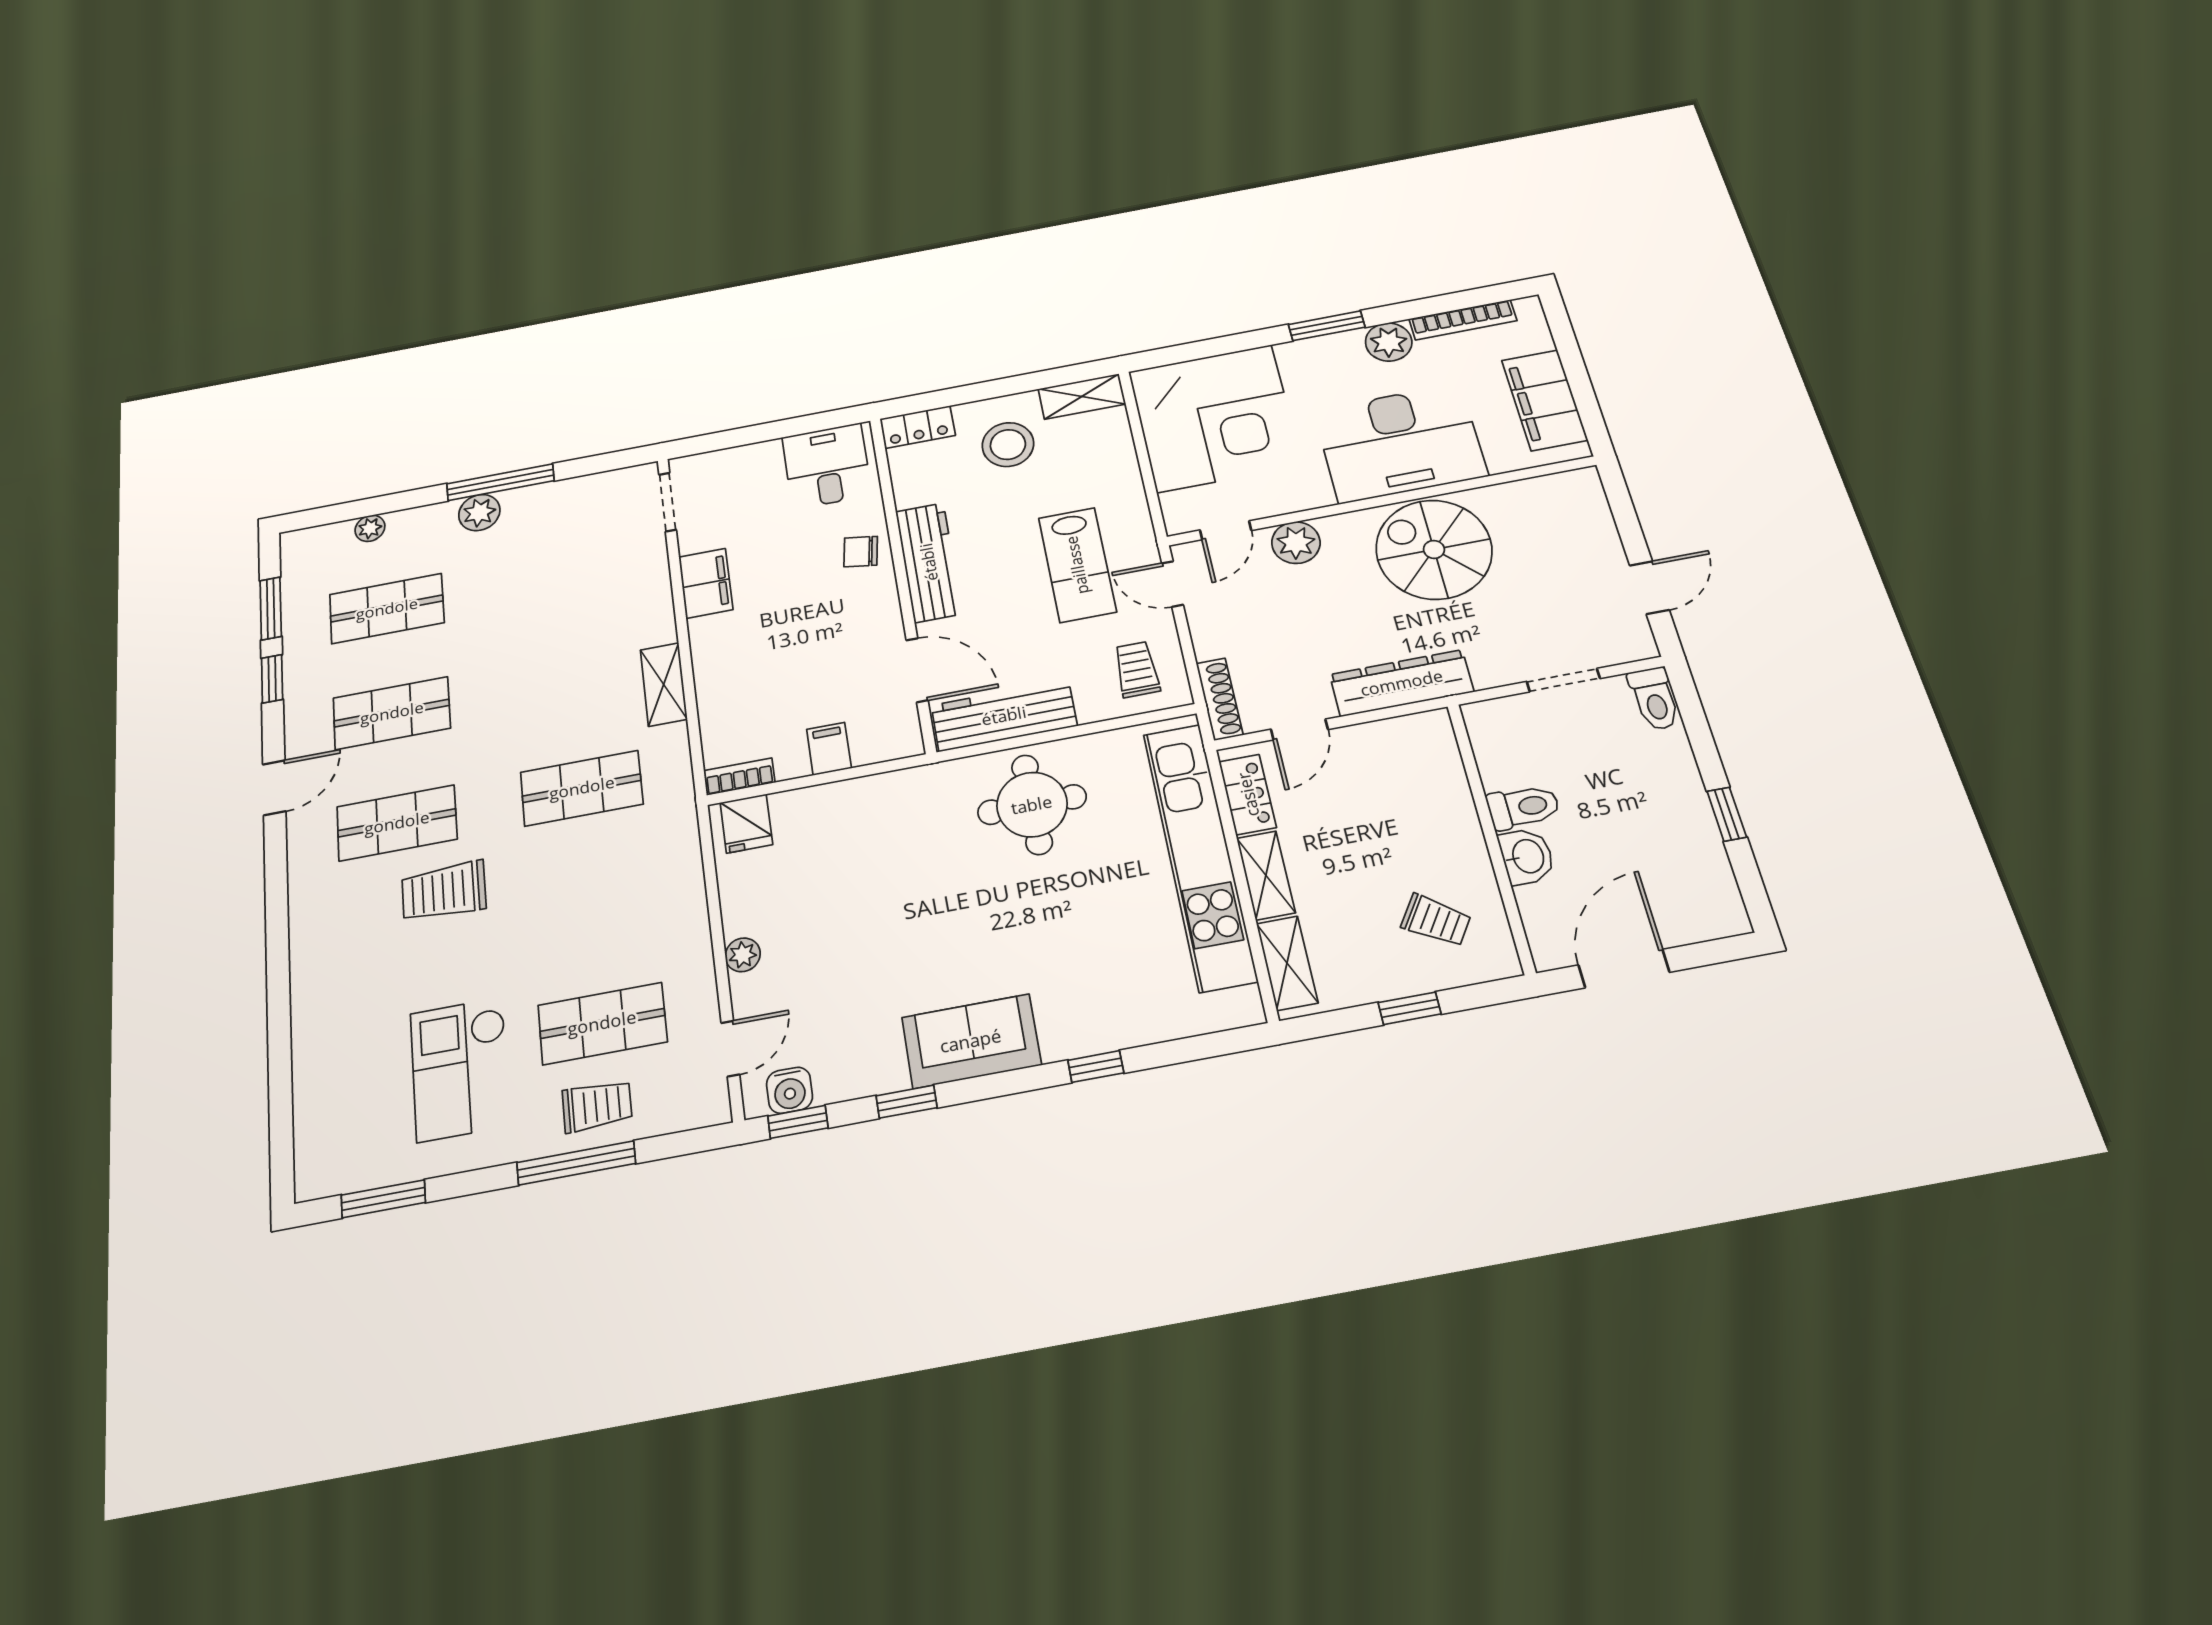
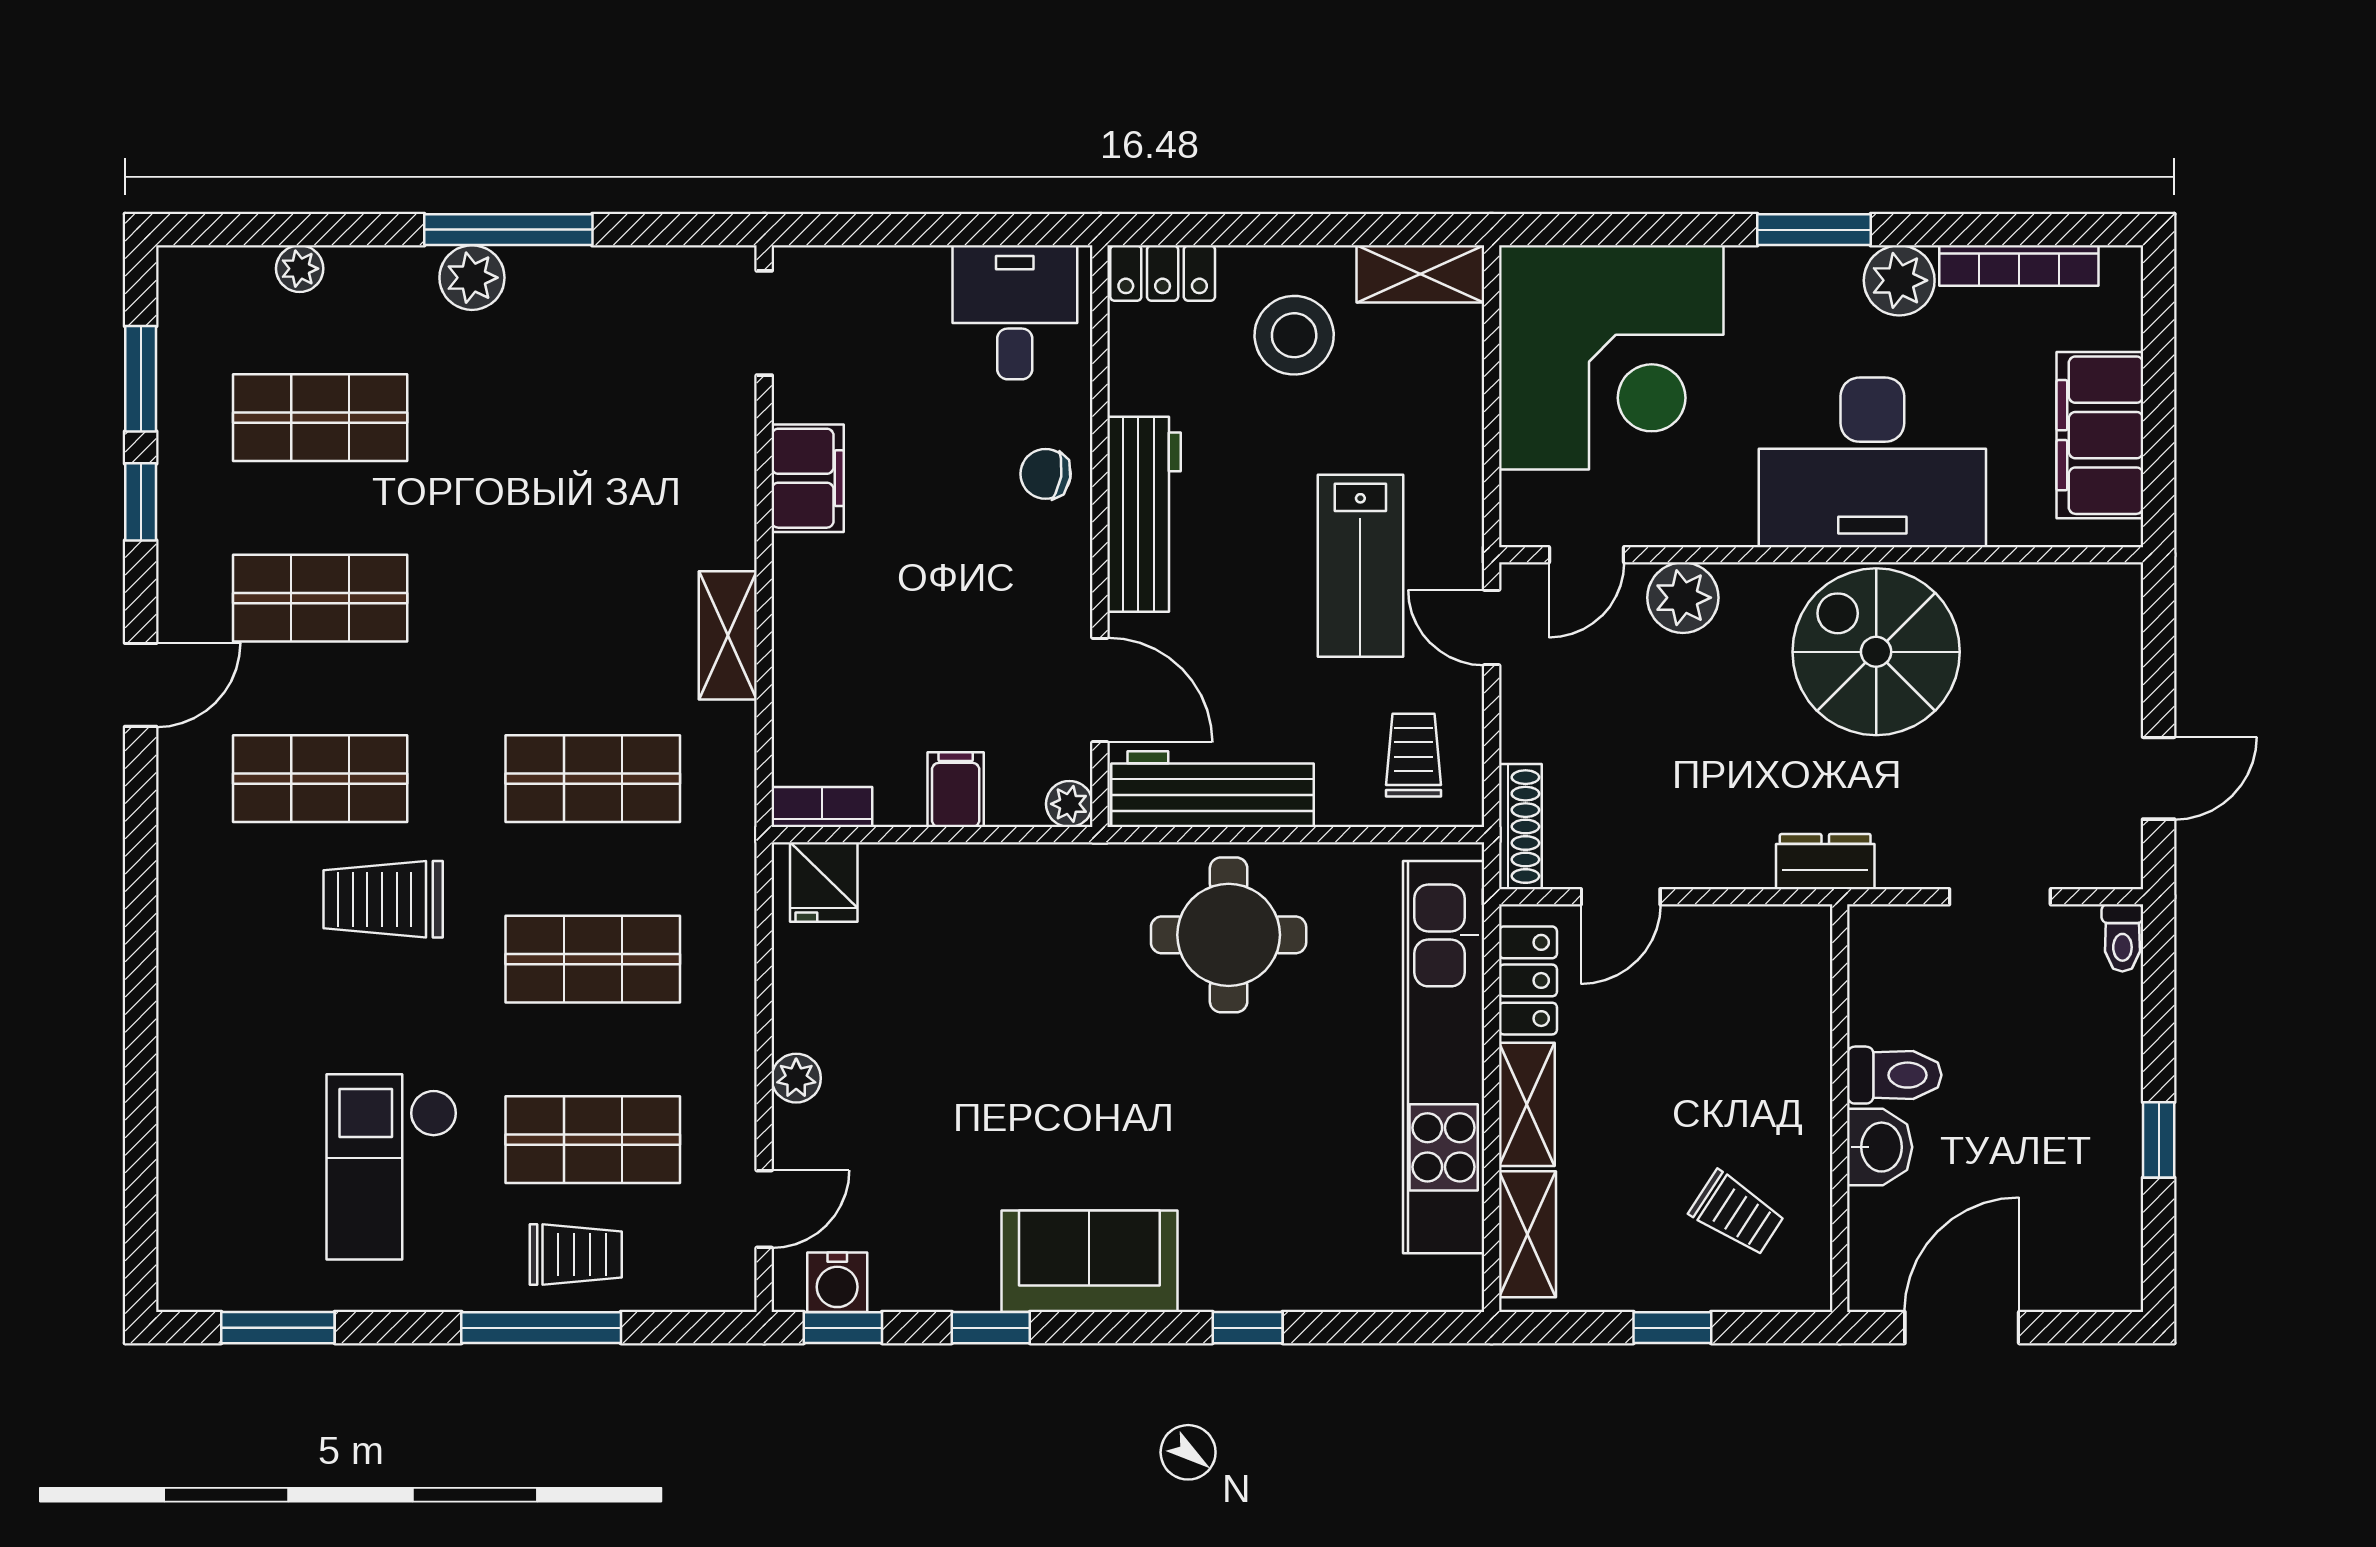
dresser: (1402, 683) -> (1825, 862), width x0.51, depth x0.80
toilet: (1654, 699) -> (2122, 938), width x0.73, depth x0.72
plant: (908, 743) -> (1069, 804), added
shop shelf: (592, 903) -> (593, 959), added

